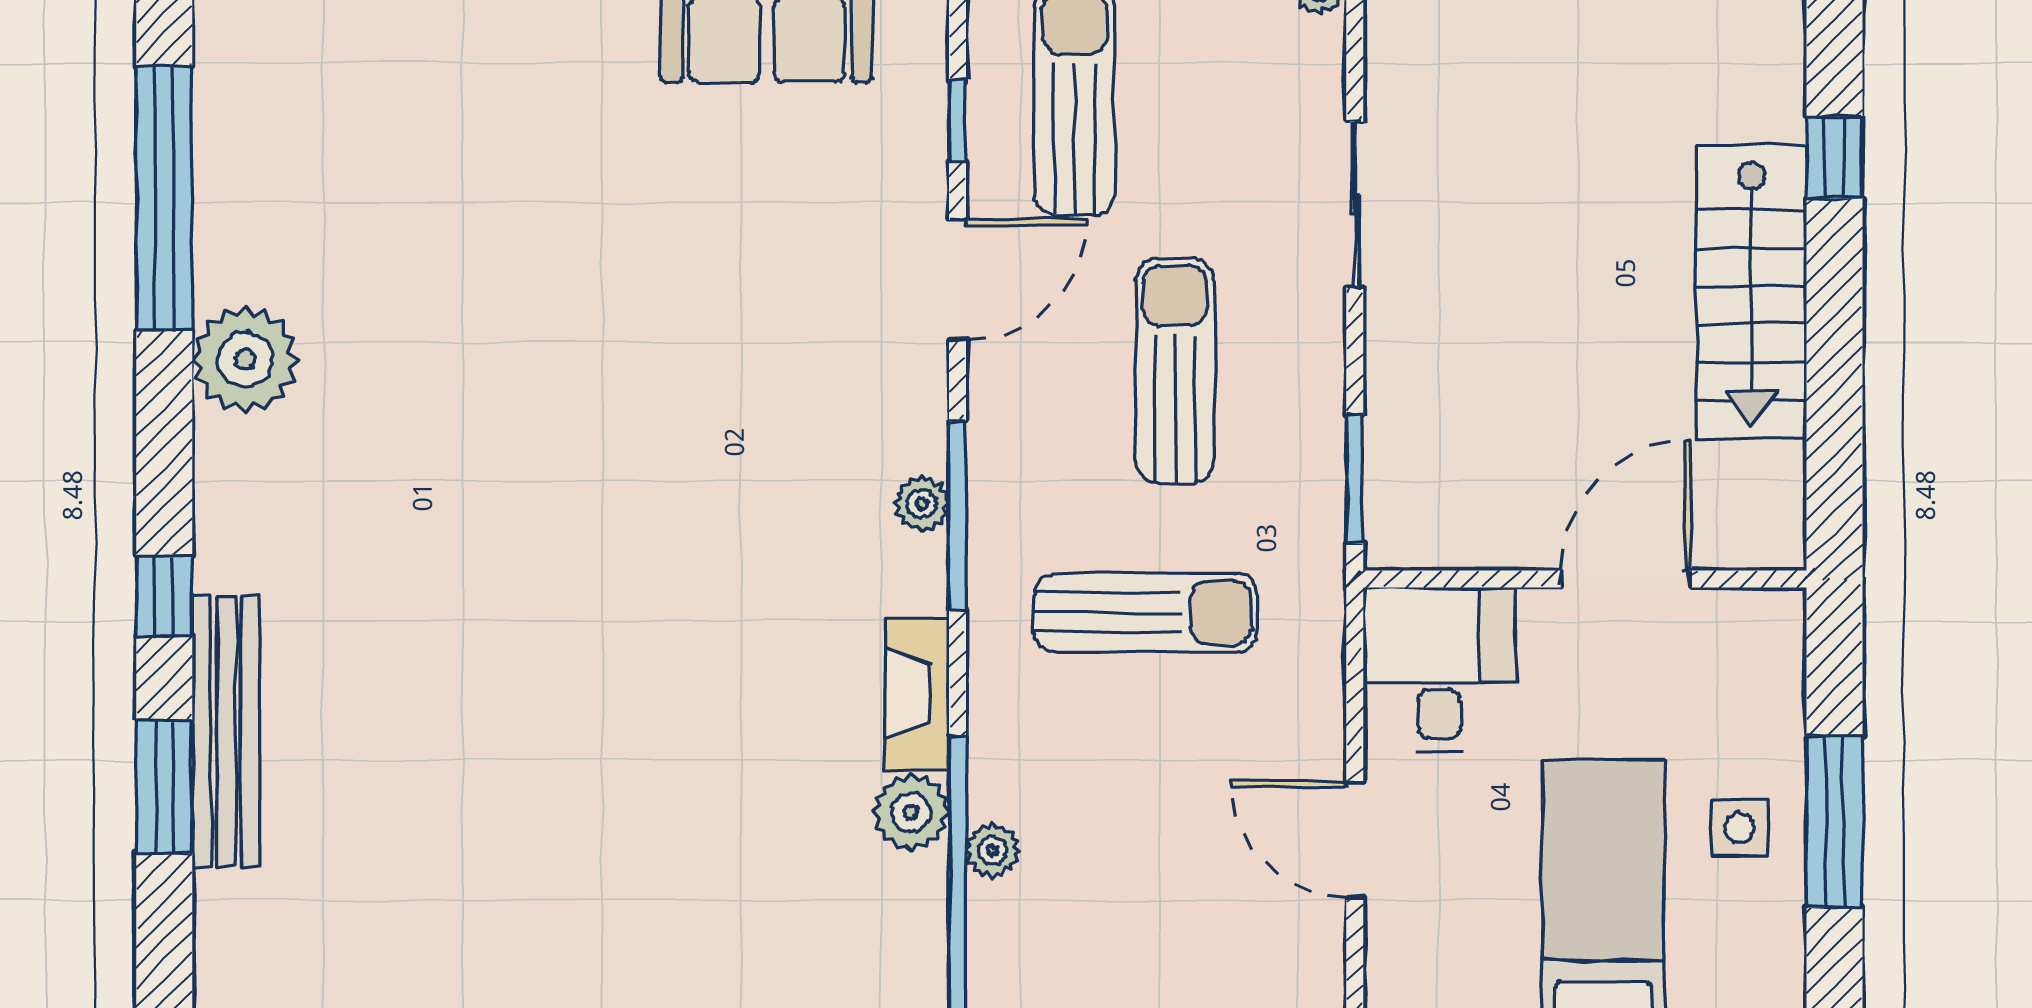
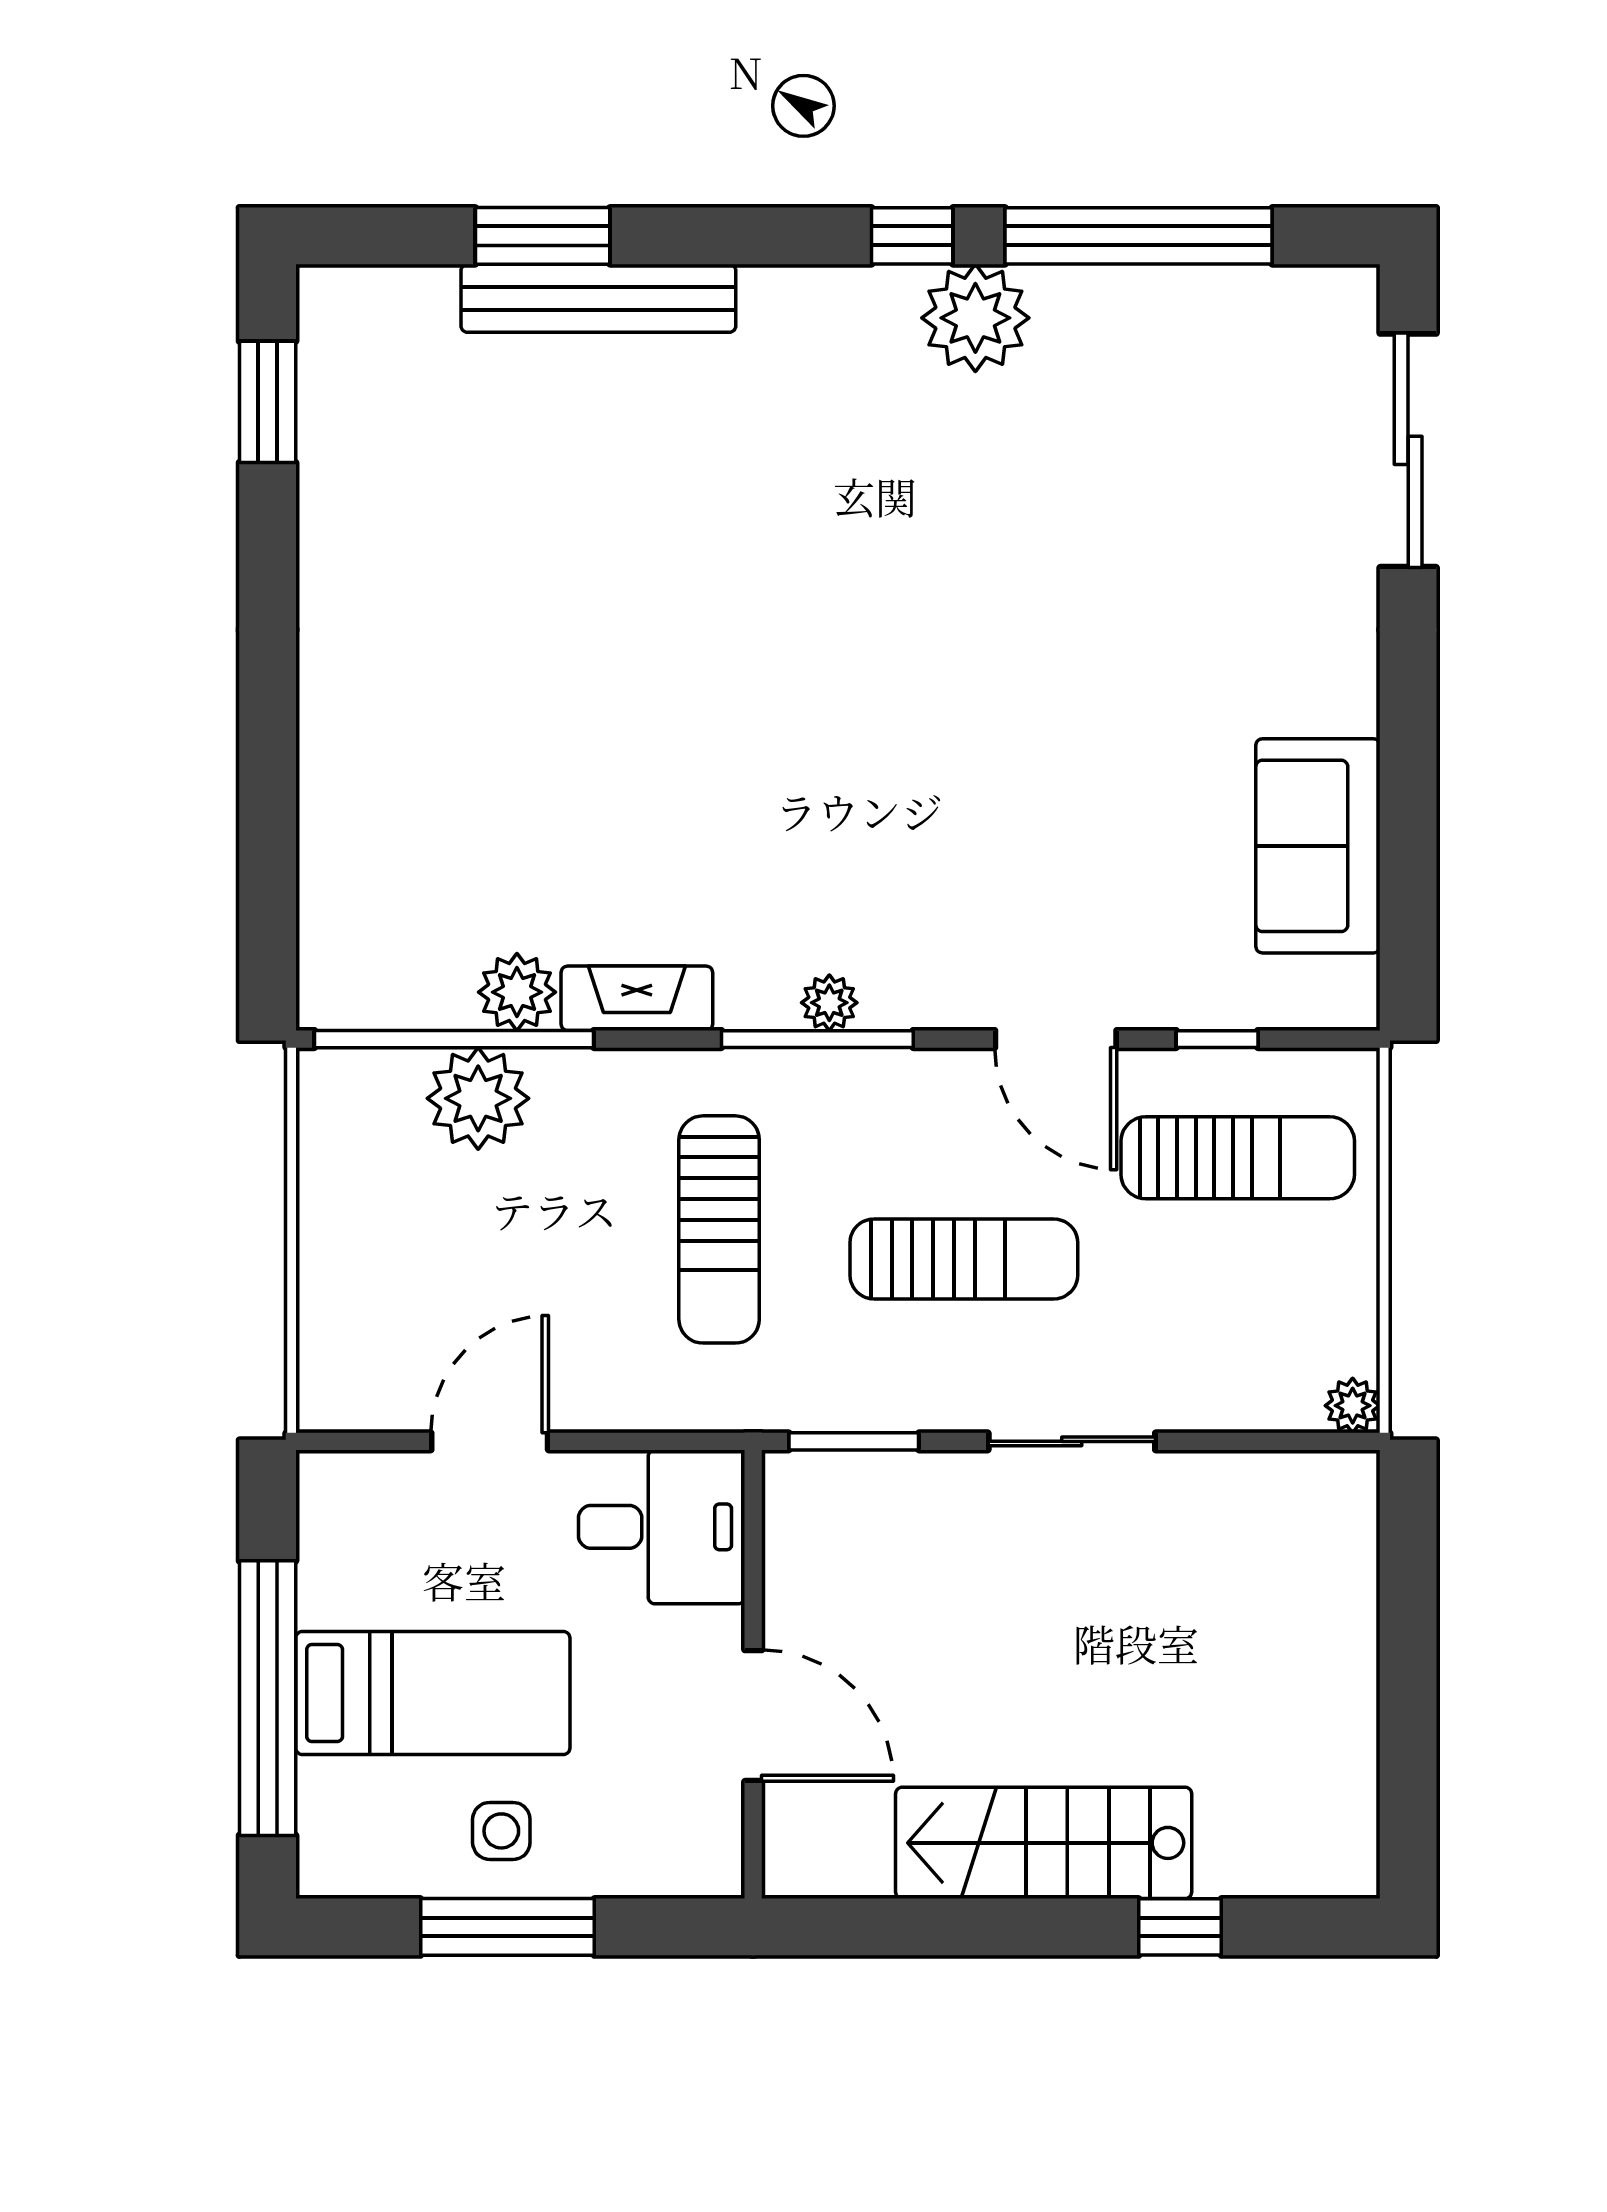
sliding door: (1355, 204) -> (1072, 1441), moved
window: (164, 596) -> (912, 236), moved
plant: (993, 851) -> (478, 1098), width x1.87, depth x1.87

